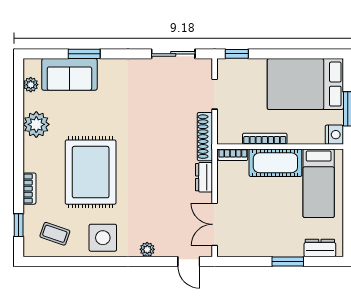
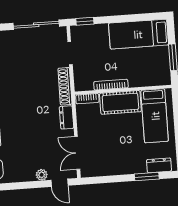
sliding door: (173, 54) -> (36, 25), width x1.37
bed: (305, 84) -> (138, 34), width x0.67
nightstand: (334, 135) -> (164, 78), removed
plant: (147, 249) -> (42, 175), moved
window: (288, 261) -> (147, 176), moved

